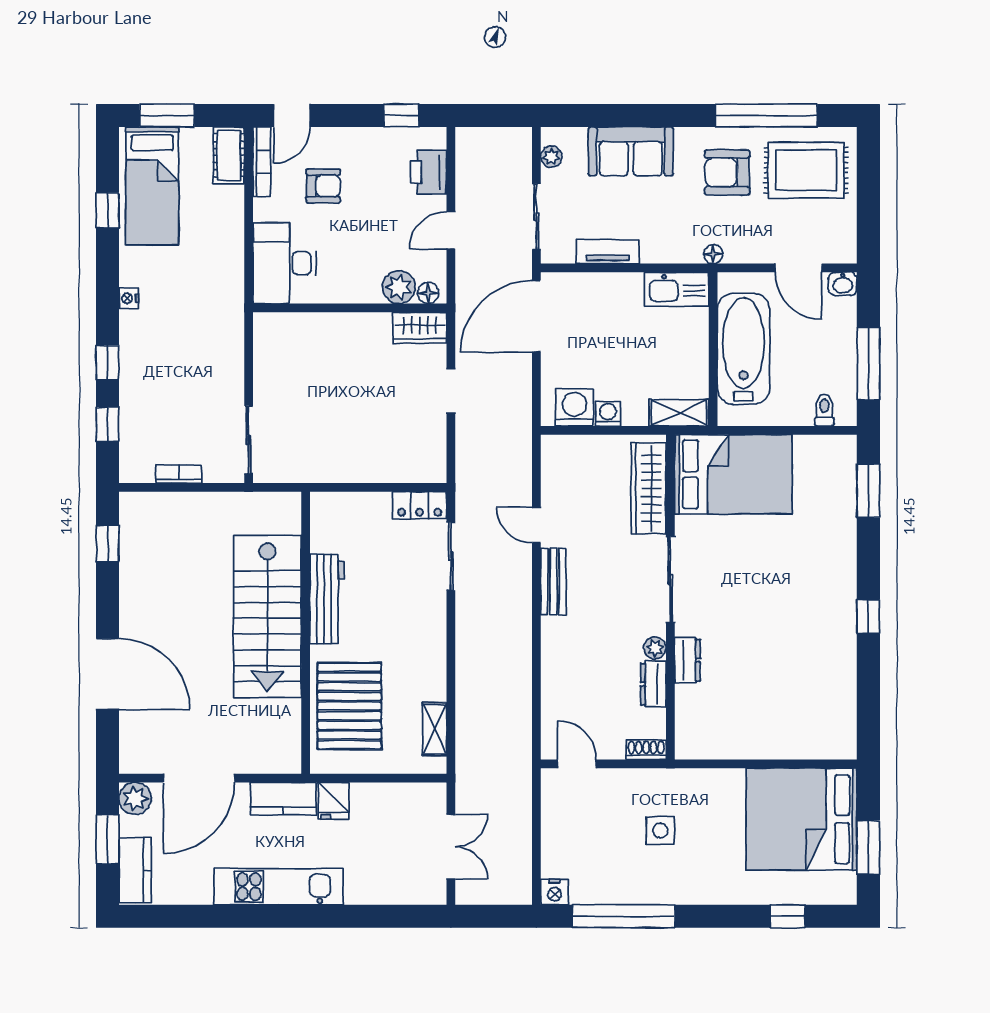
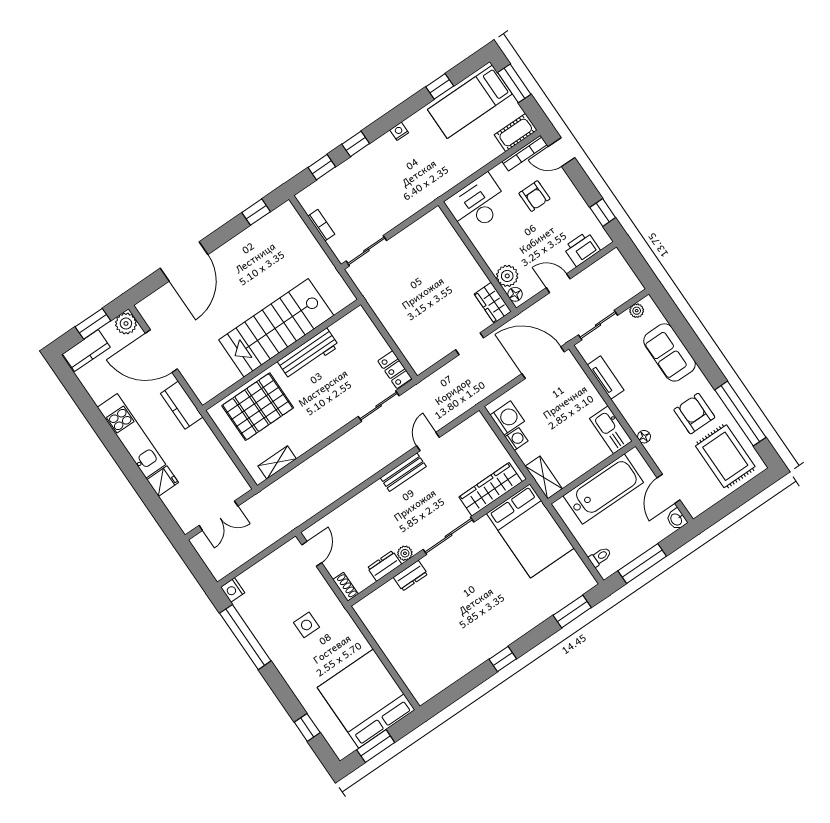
fridge: (334, 801) -> (163, 481), moved, turned 180

